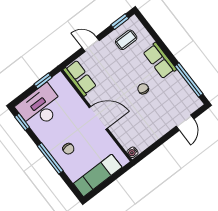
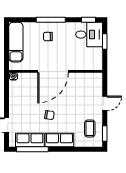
row of seats: (80, 78) -> (30, 140), moved, turned 180
window: (43, 81) -> (105, 42), moved
desk: (40, 107) -> (89, 35), width x0.73
door: (98, 118) -> (53, 71), width x1.36

